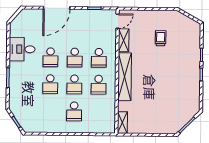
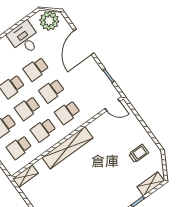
door: (57, 8) -> (84, 42), hinge flipped
plant: (23, 22) -> (49, 21), added
trolley: (161, 38) -> (139, 153), moved
shelving: (124, 40) -> (151, 184), moved
school desk: (98, 112) -> (19, 147), added

